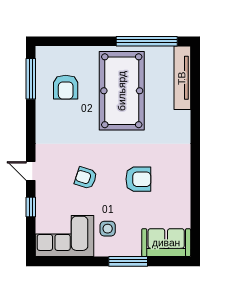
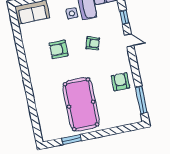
window: (147, 41) -> (71, 140), width x0.47
tv unit: (182, 78) -> (44, 121), removed
armchair: (66, 87) -> (120, 82), moved

